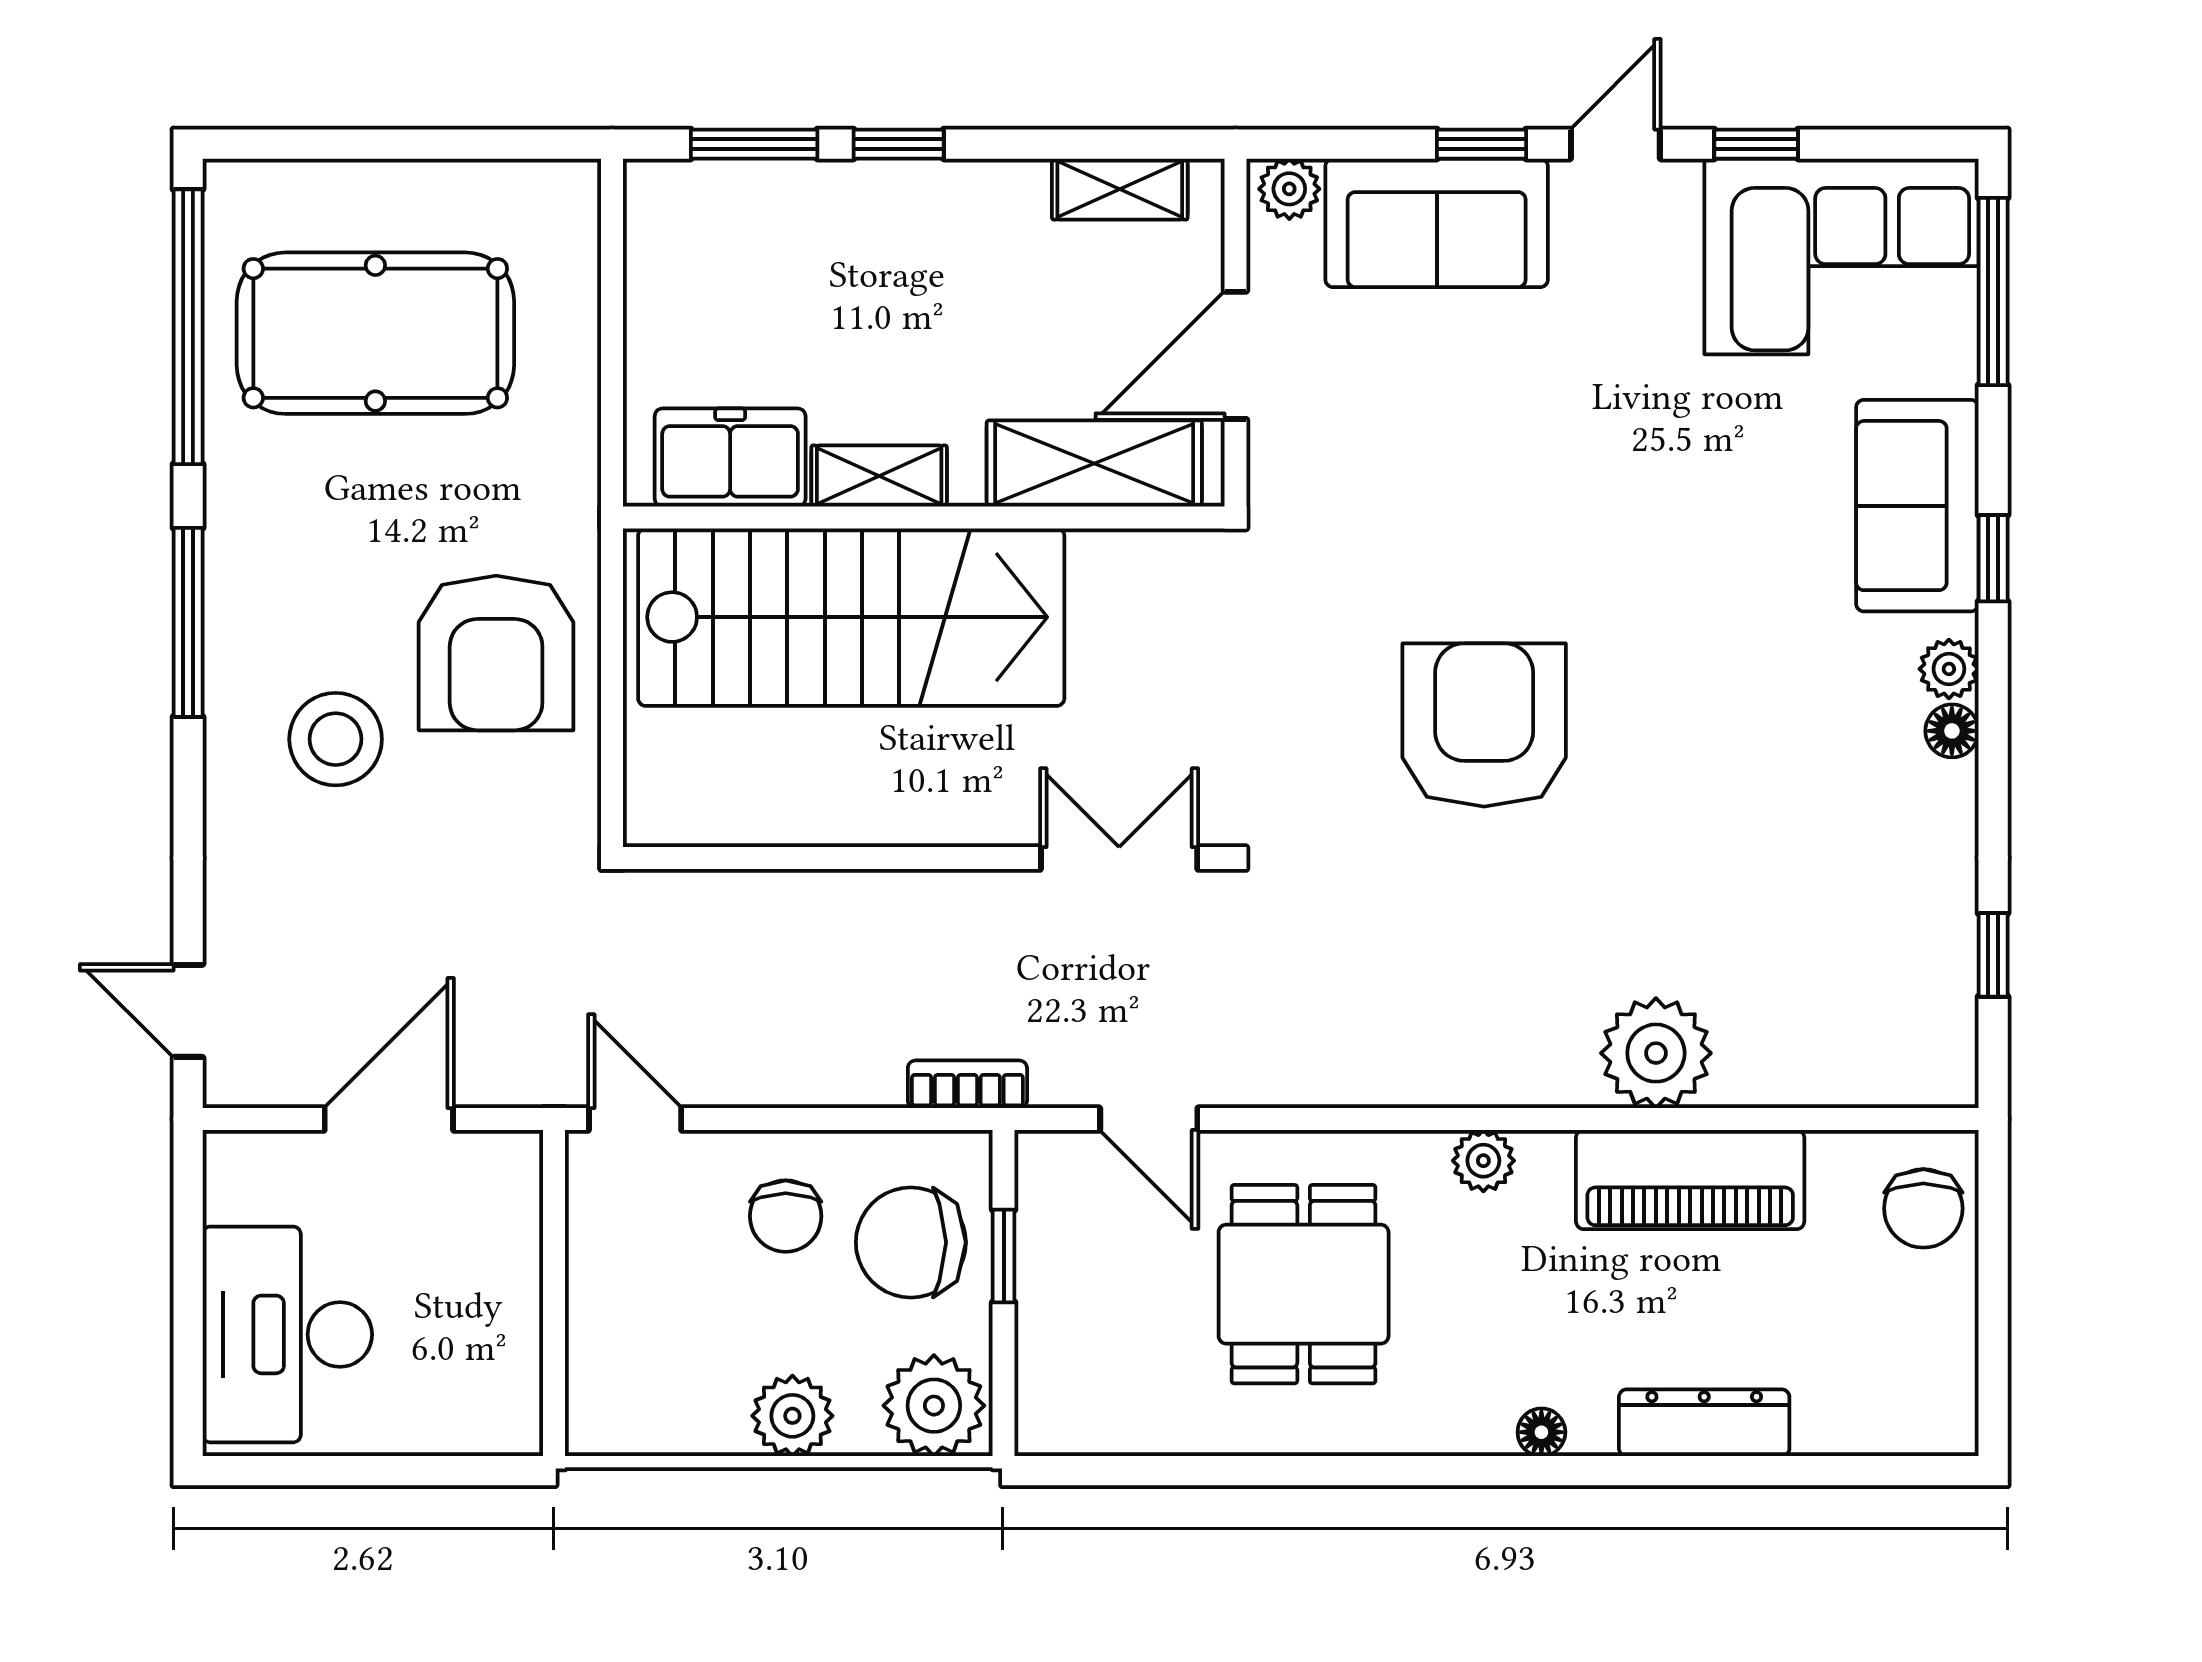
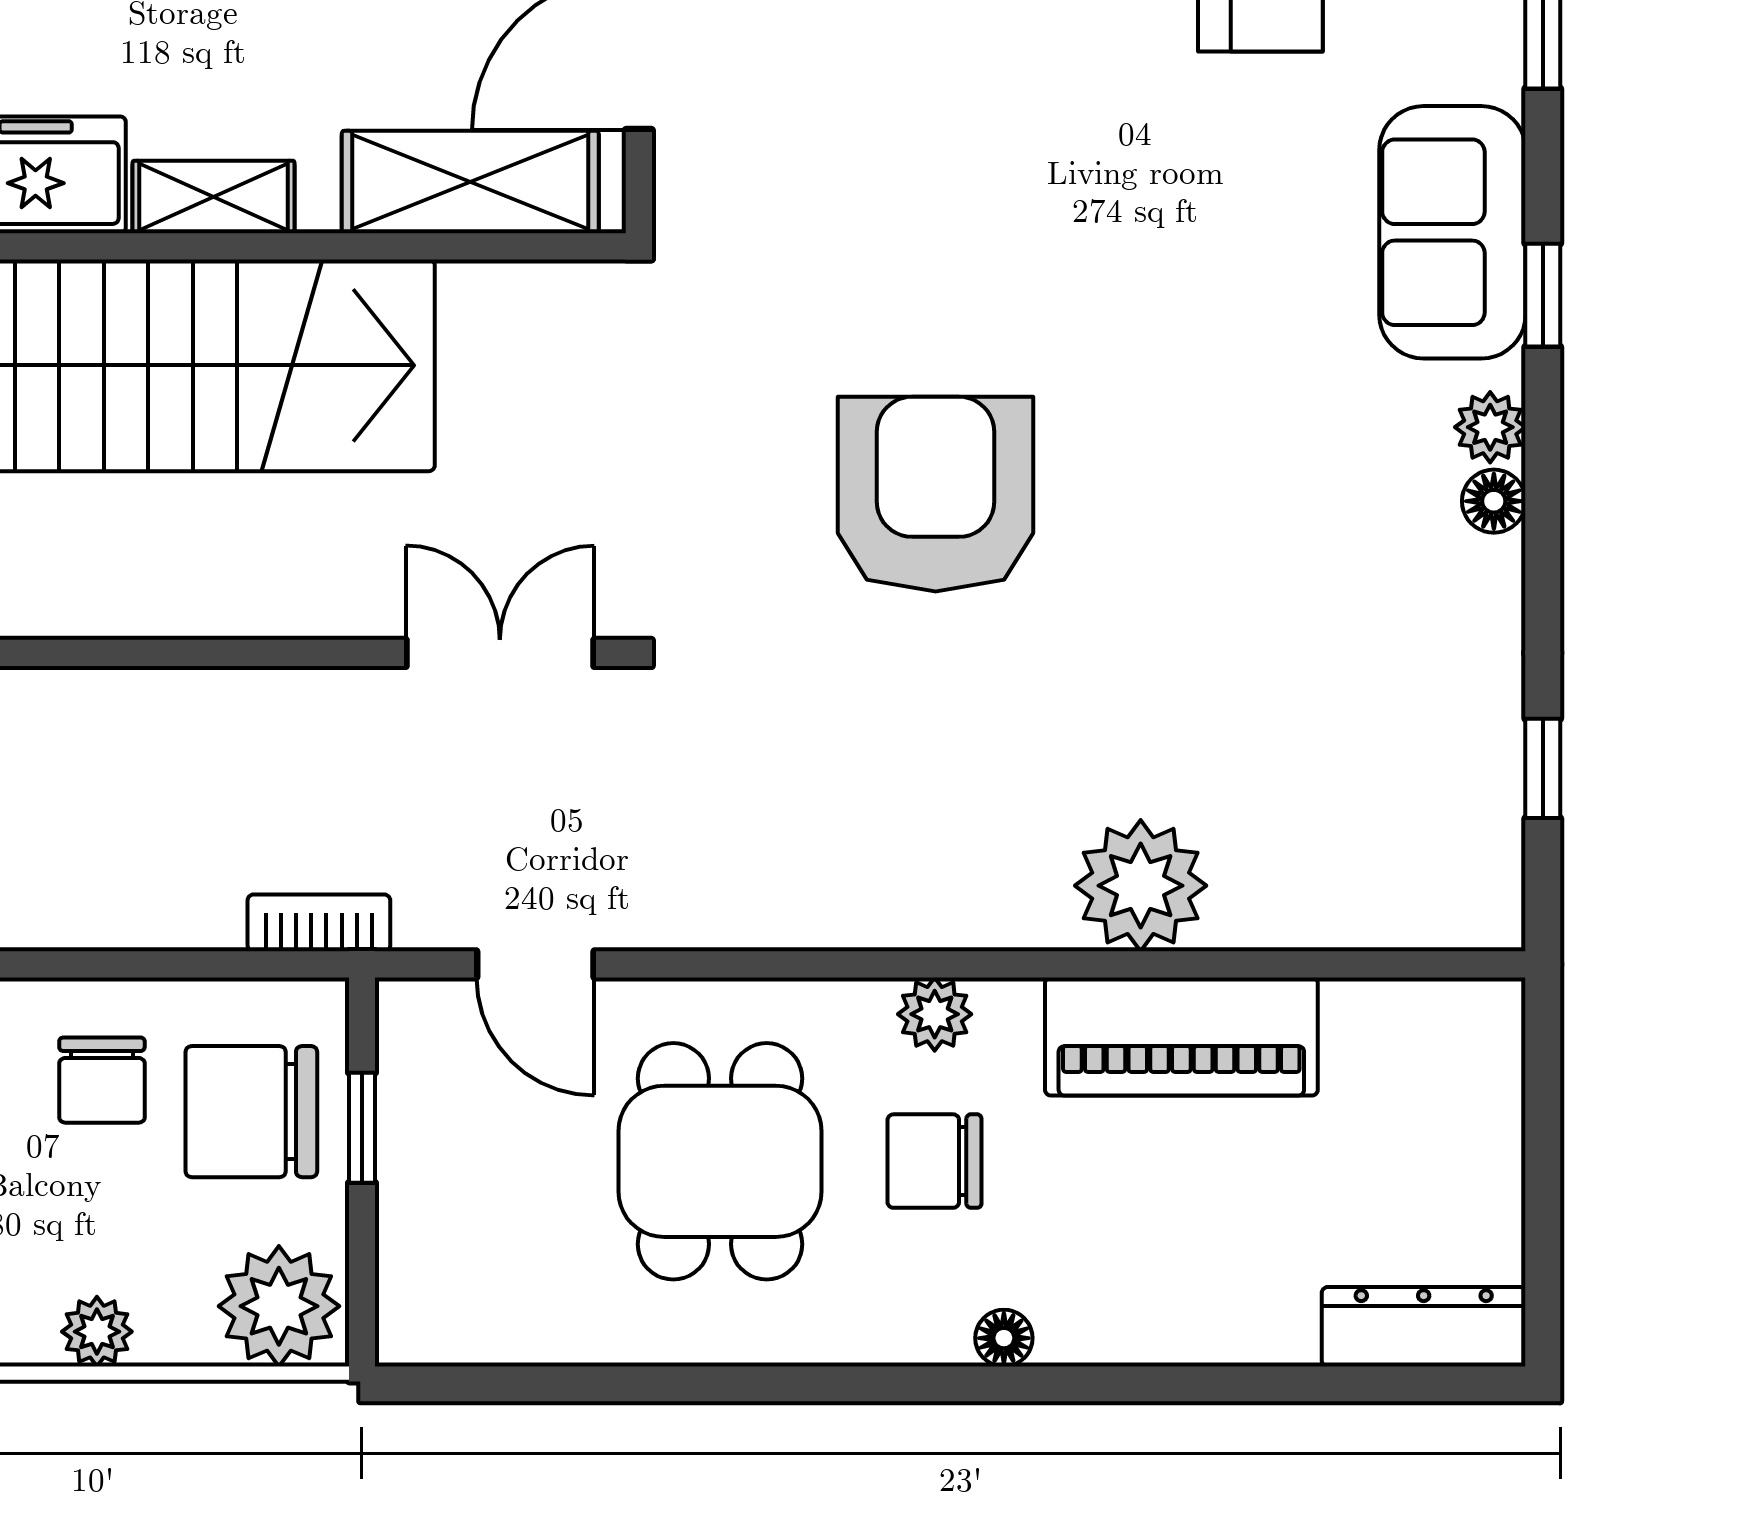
chair: (1923, 1208) -> (935, 1161), moved, turned 90
plant: (792, 1416) -> (97, 1332), width x0.73, depth x0.73
dresser: (1704, 1423) -> (1424, 1327), moved

